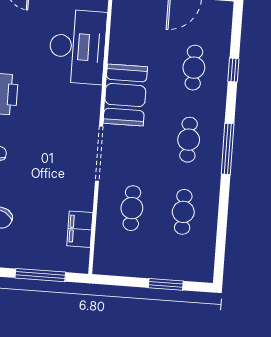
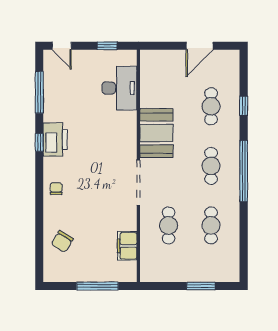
desk: (78, 47) -> (119, 88), width x0.73, depth x0.77
window: (228, 149) -> (244, 171), width x1.46

